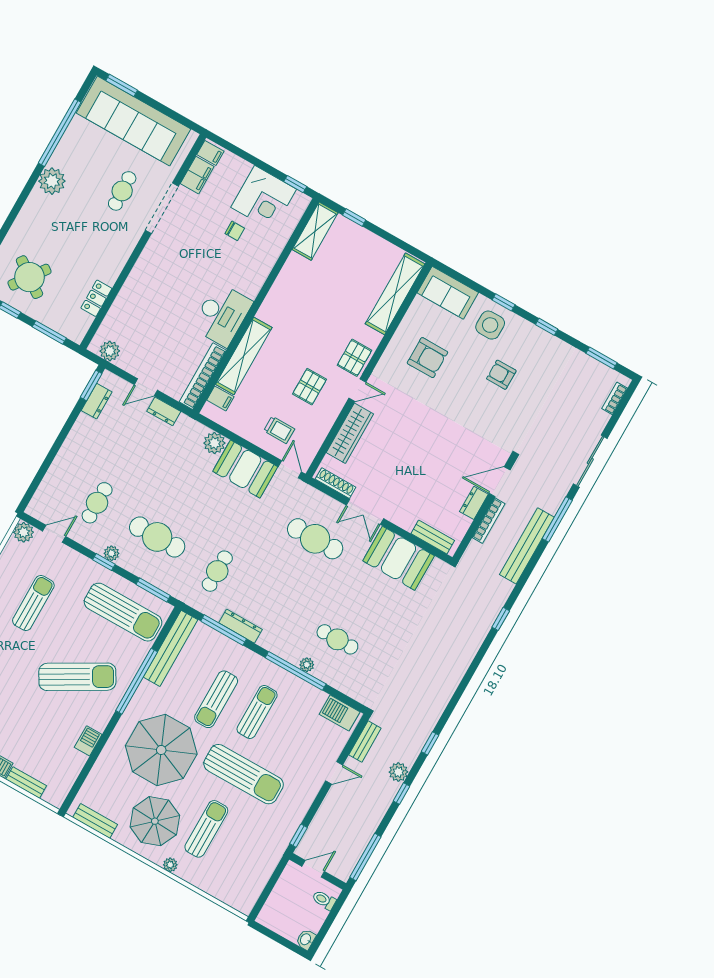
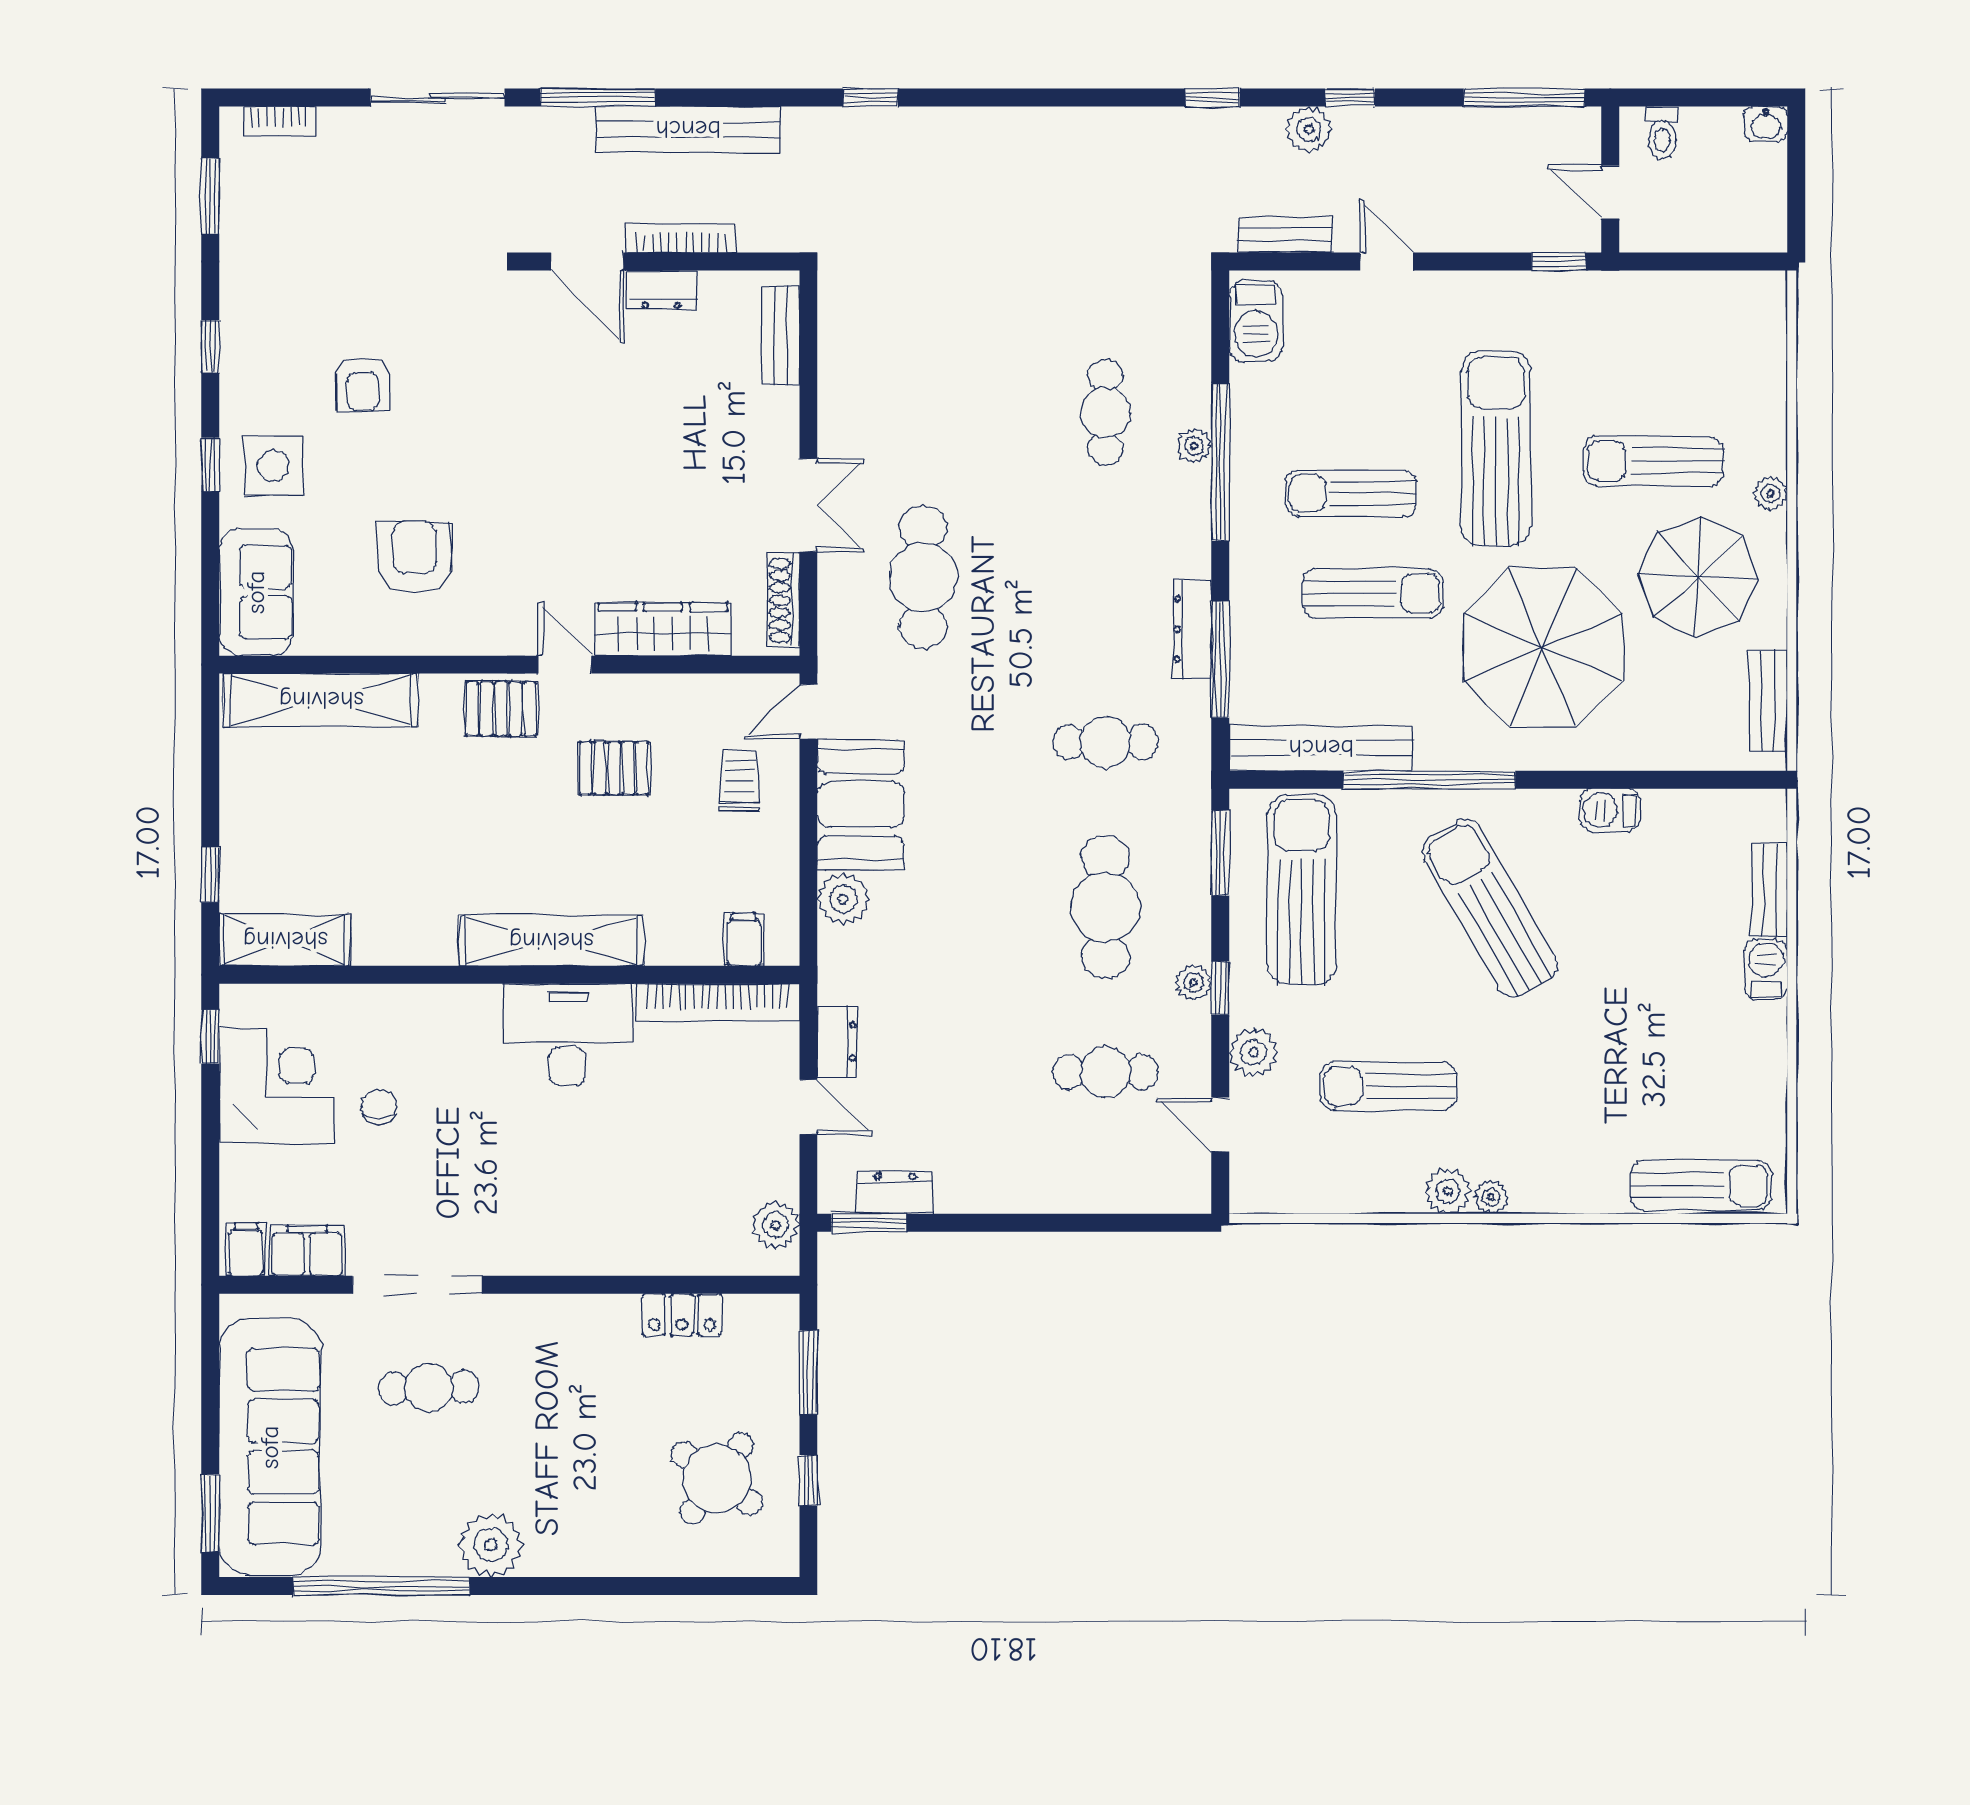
shelving: (244, 356) -> (551, 941), moved
plant: (24, 532) -> (1253, 1052), moved
booth: (399, 558) -> (865, 381), removed

